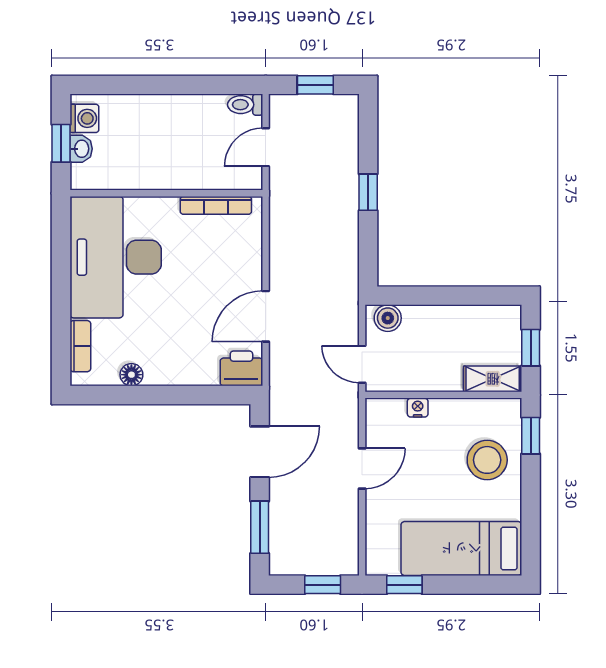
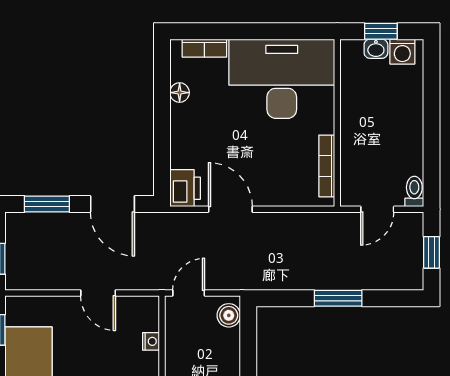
door: (266, 147) -> (377, 209), swing flipped
window: (368, 192) -> (338, 298), width x1.50

